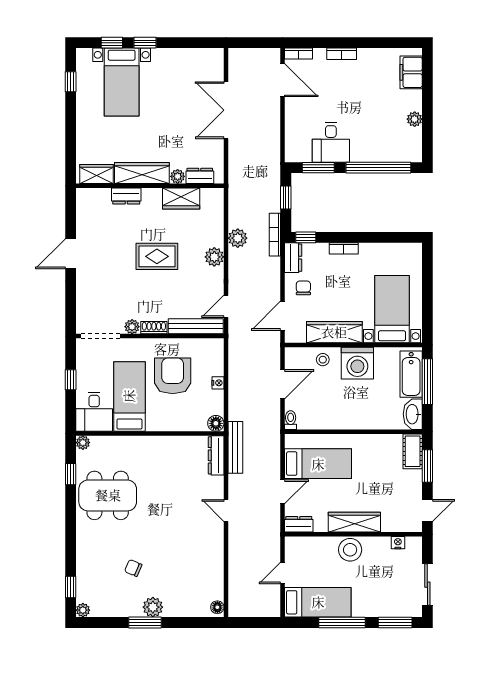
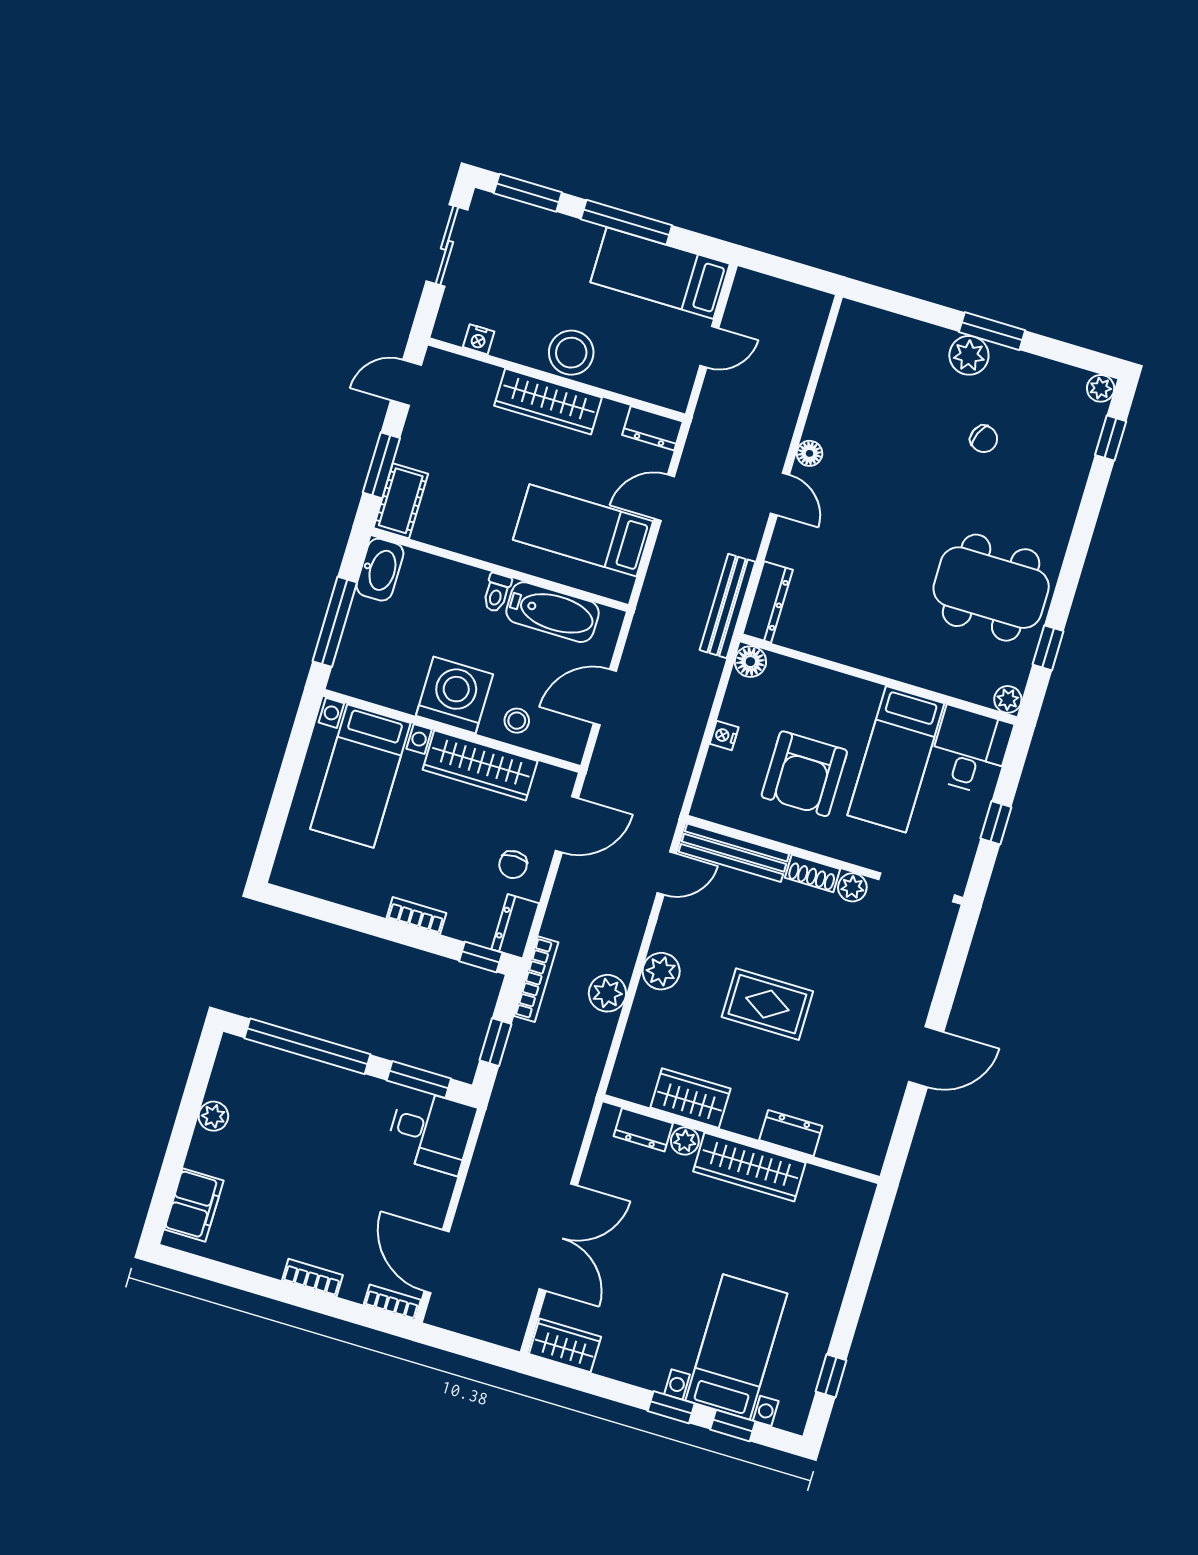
desk: (331, 142) -> (431, 1131), moved, turned 90
wardrobe: (97, 174) -> (565, 1345), moved, turned 180
bathtub: (411, 374) -> (553, 612), moved, turned 90
toilet: (291, 420) -> (497, 593), moved
floor lamp: (217, 607) -> (809, 453), moved

